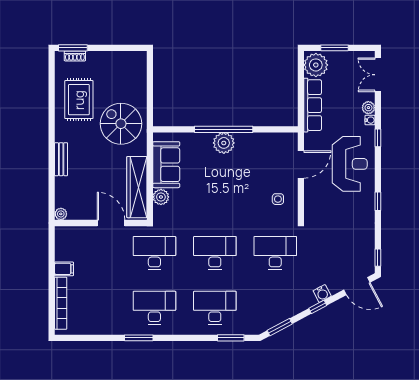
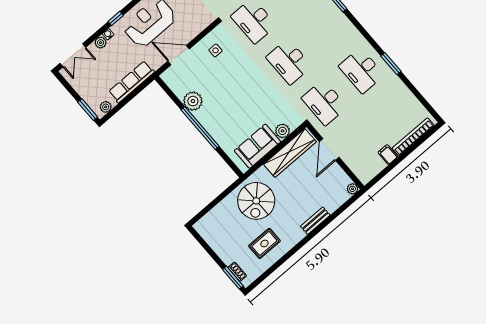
window: (334, 48) -> (88, 110), moved
plant: (316, 65) -> (106, 107), width x0.53, depth x0.53
rug: (79, 100) -> (264, 243), width x0.73, depth x0.70
plant: (224, 143) -> (193, 101), moved
desk: (215, 308) -> (326, 30), removed

